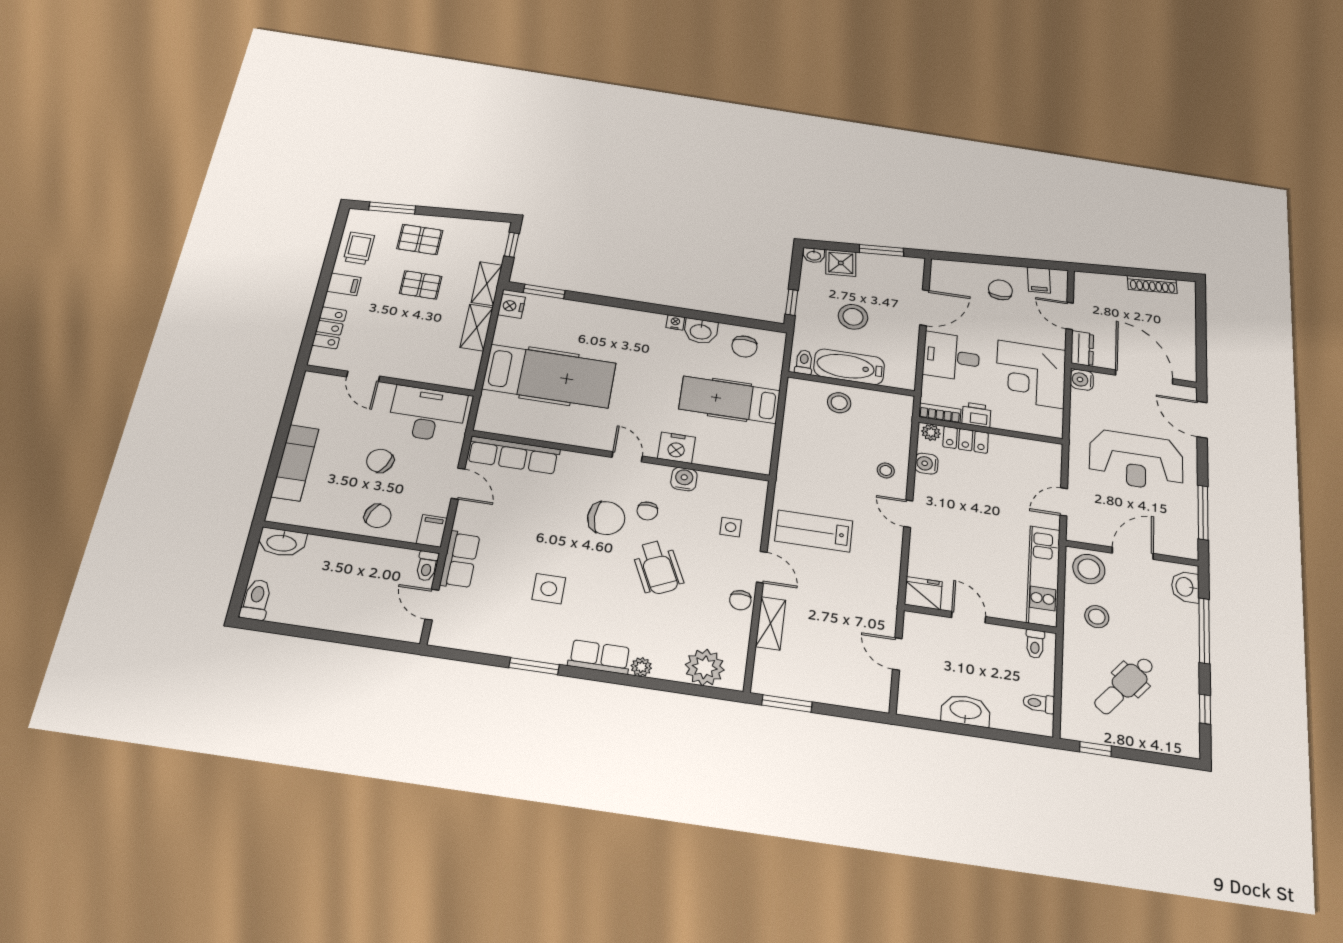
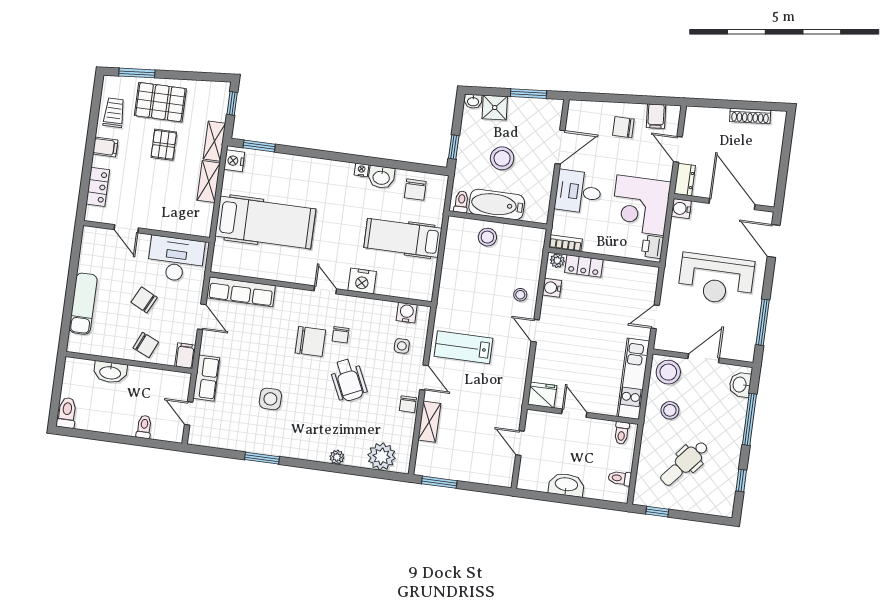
pallet: (420, 240) -> (160, 102), width x1.50, depth x1.42
pallet: (421, 285) -> (164, 145), turned 90
chair: (1000, 290) -> (623, 127), turned -90
printer: (976, 415) -> (652, 247), moved, turned -90
water cooler: (684, 479) -> (407, 313), moved
washbasin: (282, 542) -> (110, 372), moved
toilet: (427, 566) -> (144, 427), moved, turned 180
row of seats: (599, 657) -> (307, 450), removed

